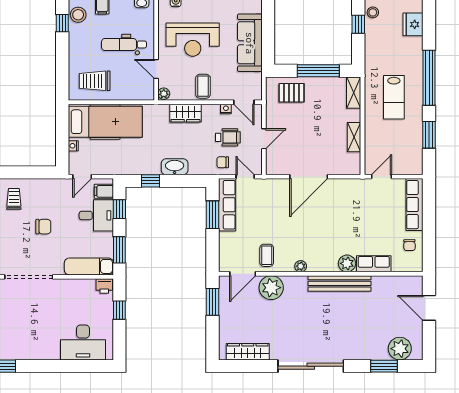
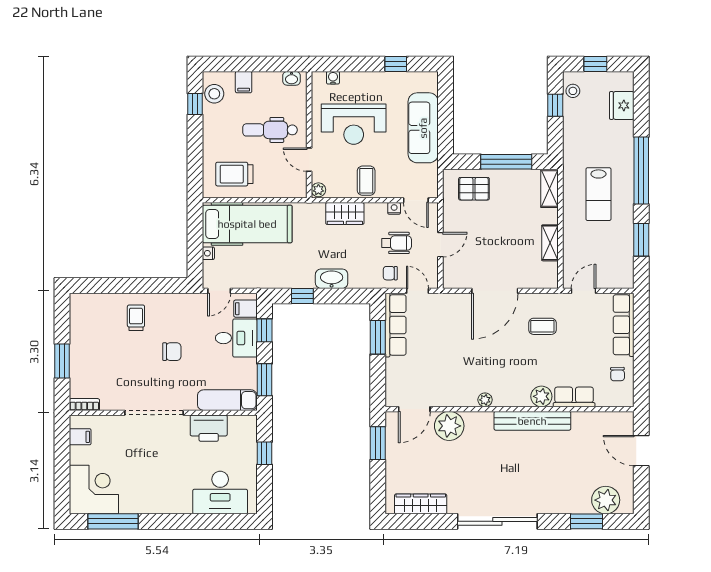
coffee table: (267, 255) -> (542, 326), moved, turned 90
printer: (104, 286) -> (209, 428), moved, width x1.87, depth x1.48

